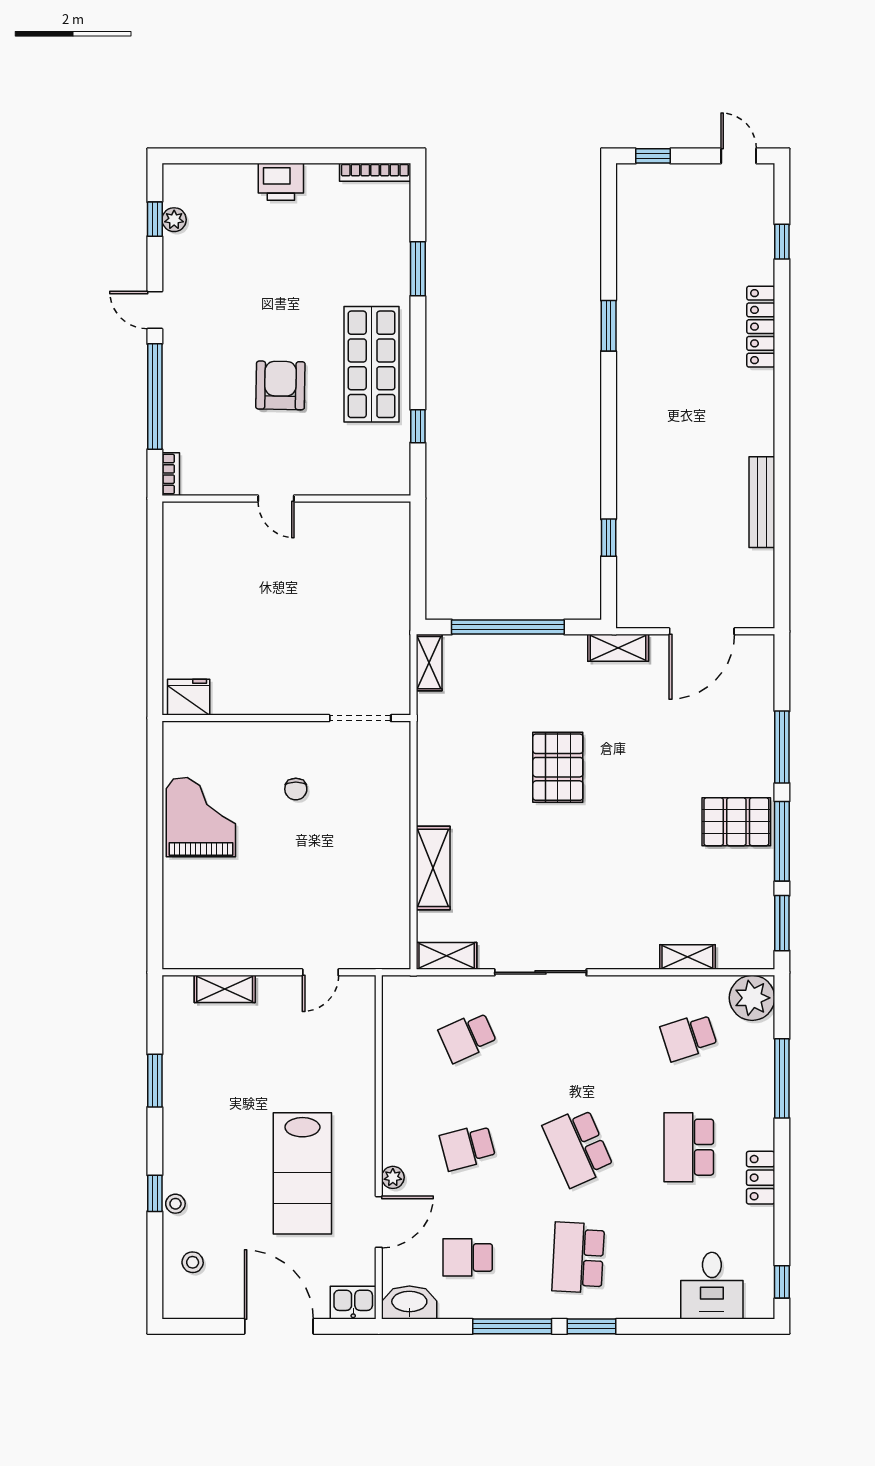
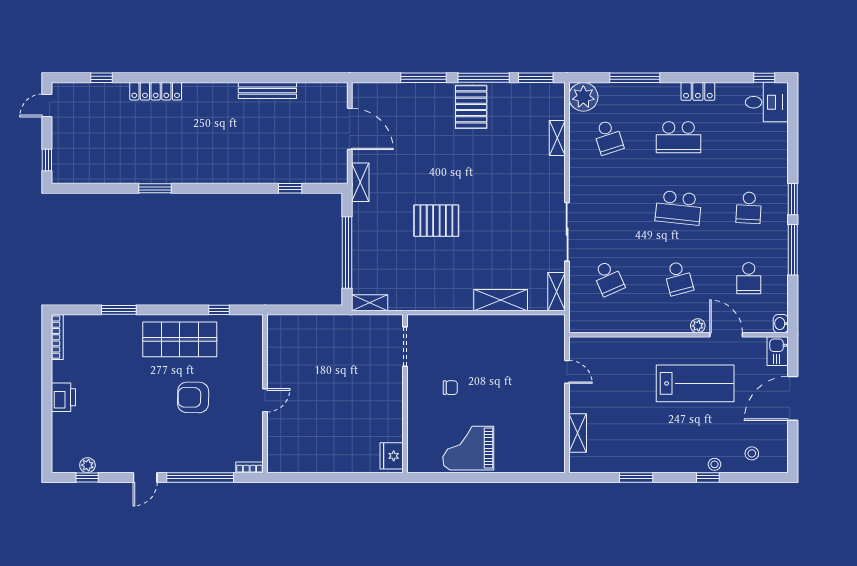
school desk: (578, 1147) -> (678, 208), turned 30
school desk: (578, 1257) -> (749, 208), width x0.54
desk: (712, 1286) -> (767, 102), moved
washbasin: (409, 1303) -> (781, 324), width x0.52, depth x0.69

